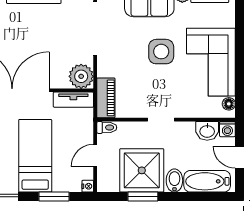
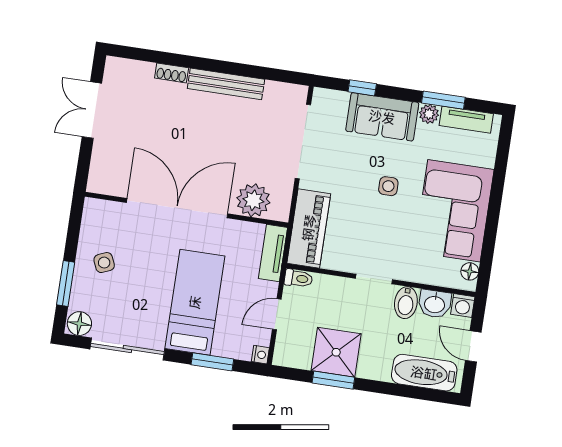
side table: (161, 52) -> (388, 186), width x0.54, depth x0.54
plant: (81, 76) -> (253, 200), moved
piano: (106, 98) -> (309, 228), width x1.37, depth x1.33
tv unit: (73, 100) -> (273, 253), moved, turned 90
shower: (142, 170) -> (336, 352), width x0.73, depth x0.73
bidet: (174, 181) -> (406, 303), moved, turned 180

